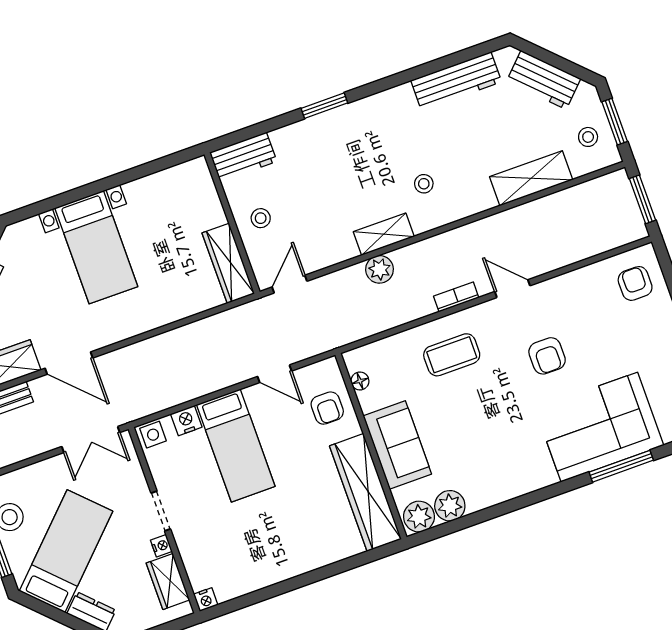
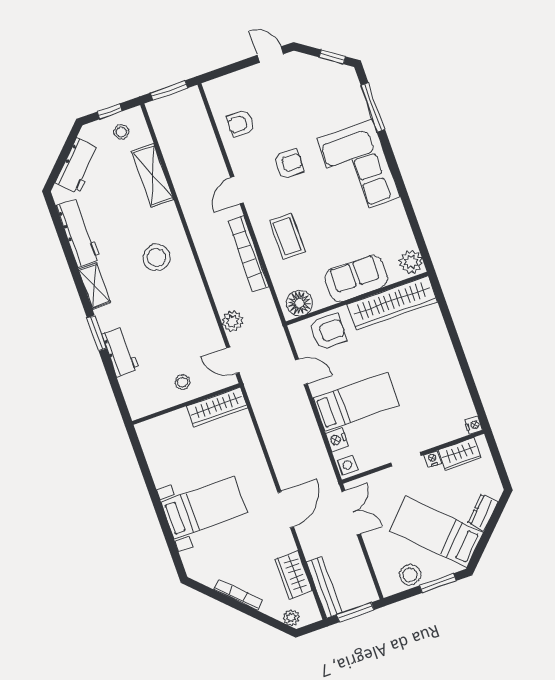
window: (615, 122) -> (110, 111), width x0.67
workbench: (243, 157) -> (120, 352), moved
stool: (424, 184) -> (157, 257), width x1.89, depth x1.89
shelving: (384, 234) -> (94, 286), moved
plant: (380, 269) -> (232, 321), moved
armchair: (635, 283) -> (241, 123), moved
bookcase: (456, 297) -> (248, 254), width x2.31, depth x1.31
door: (69, 363) -> (286, 510), moved
door: (275, 374) -> (301, 372), hinge flipped
floor lamp: (360, 381) -> (299, 303), width x1.89, depth x1.89
armchair: (327, 408) -> (328, 332), width x1.38, depth x1.38
corner sofa: (599, 427) -> (358, 168), moved
plant: (450, 506) -> (403, 238), removed

